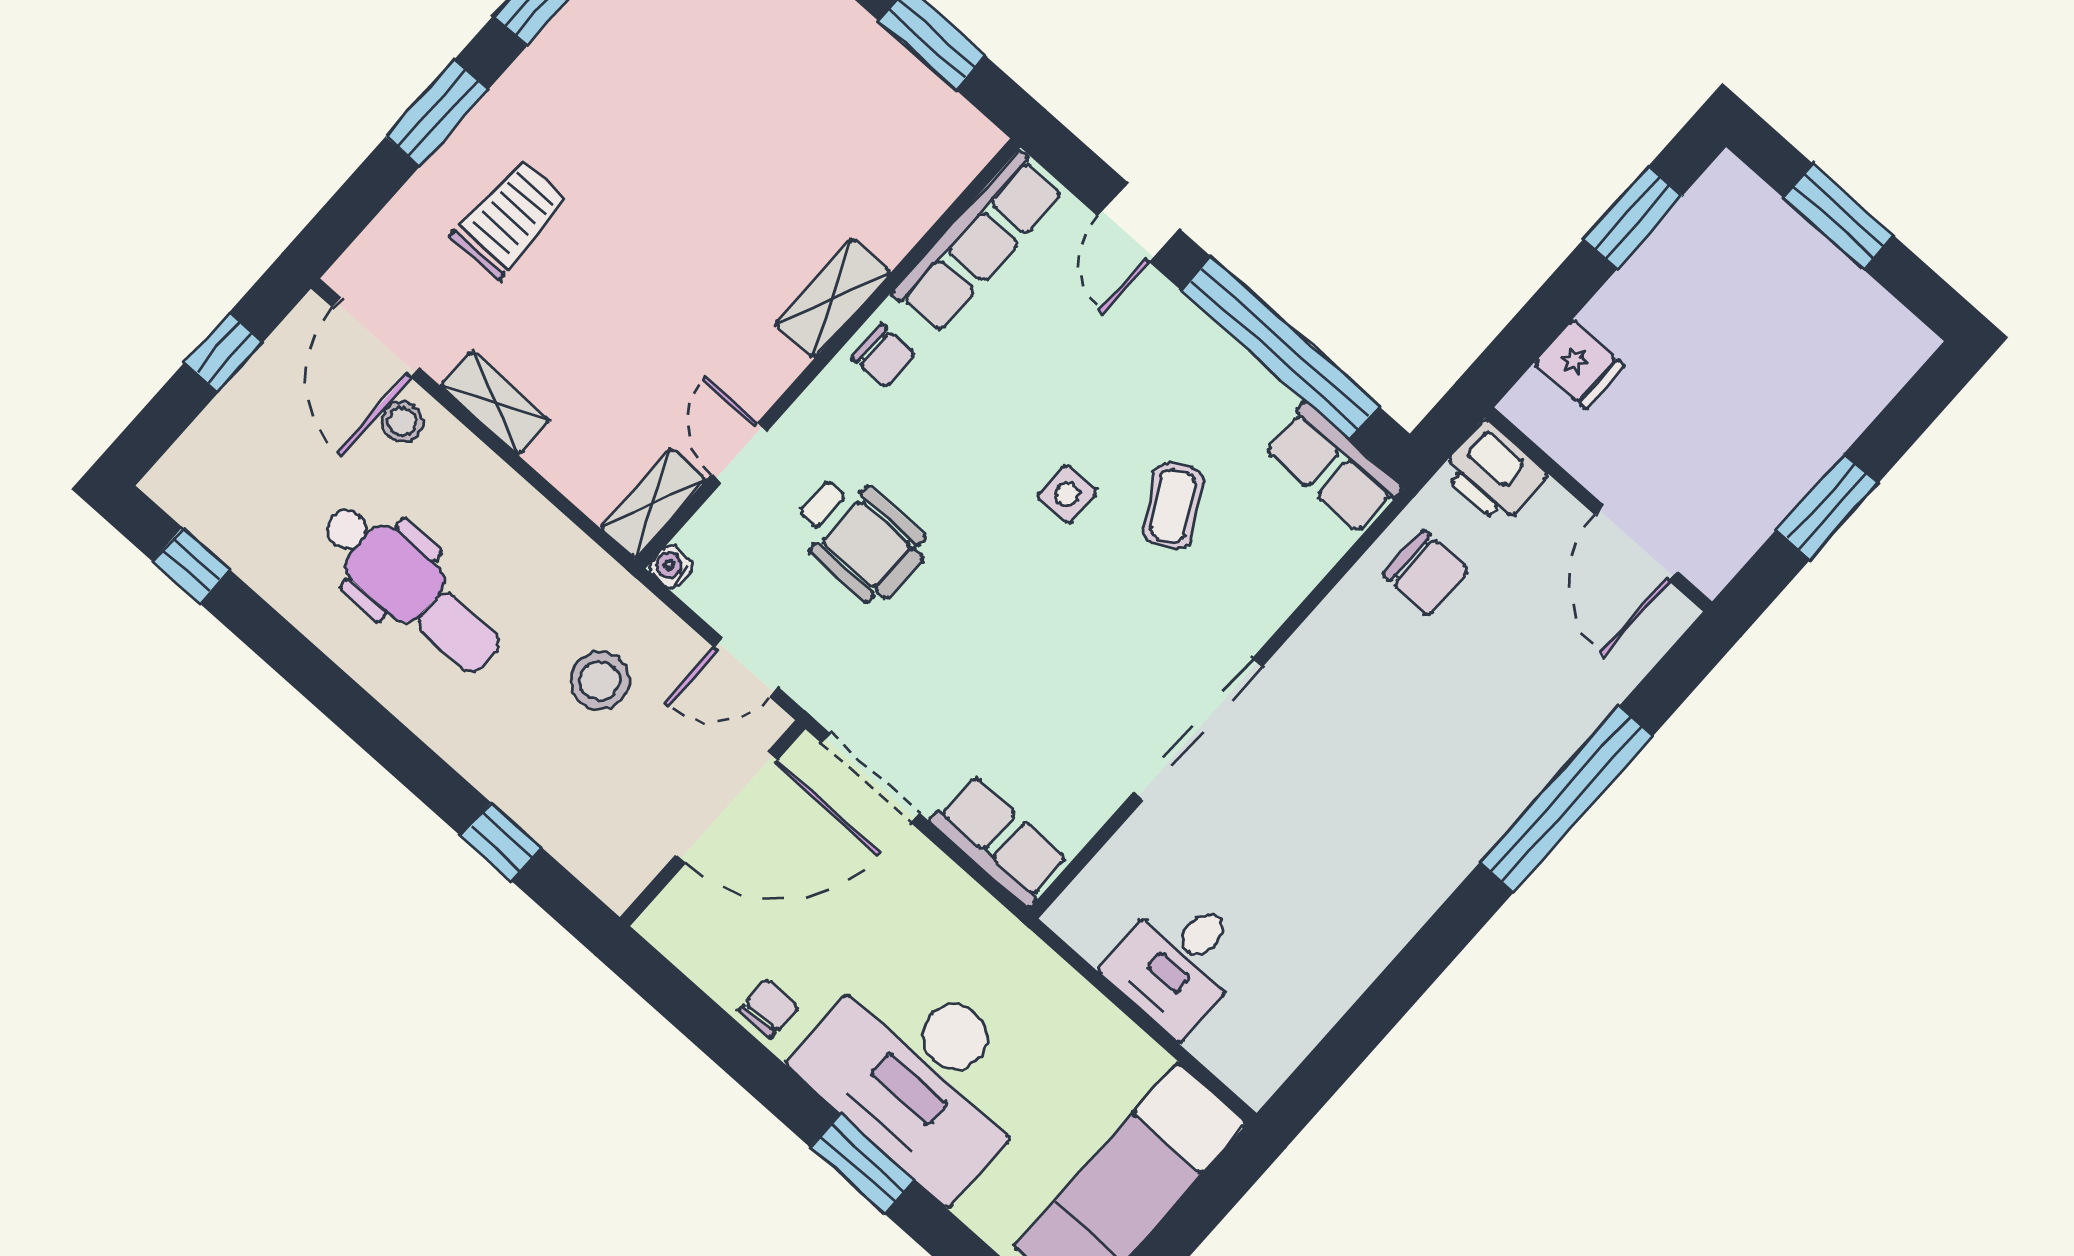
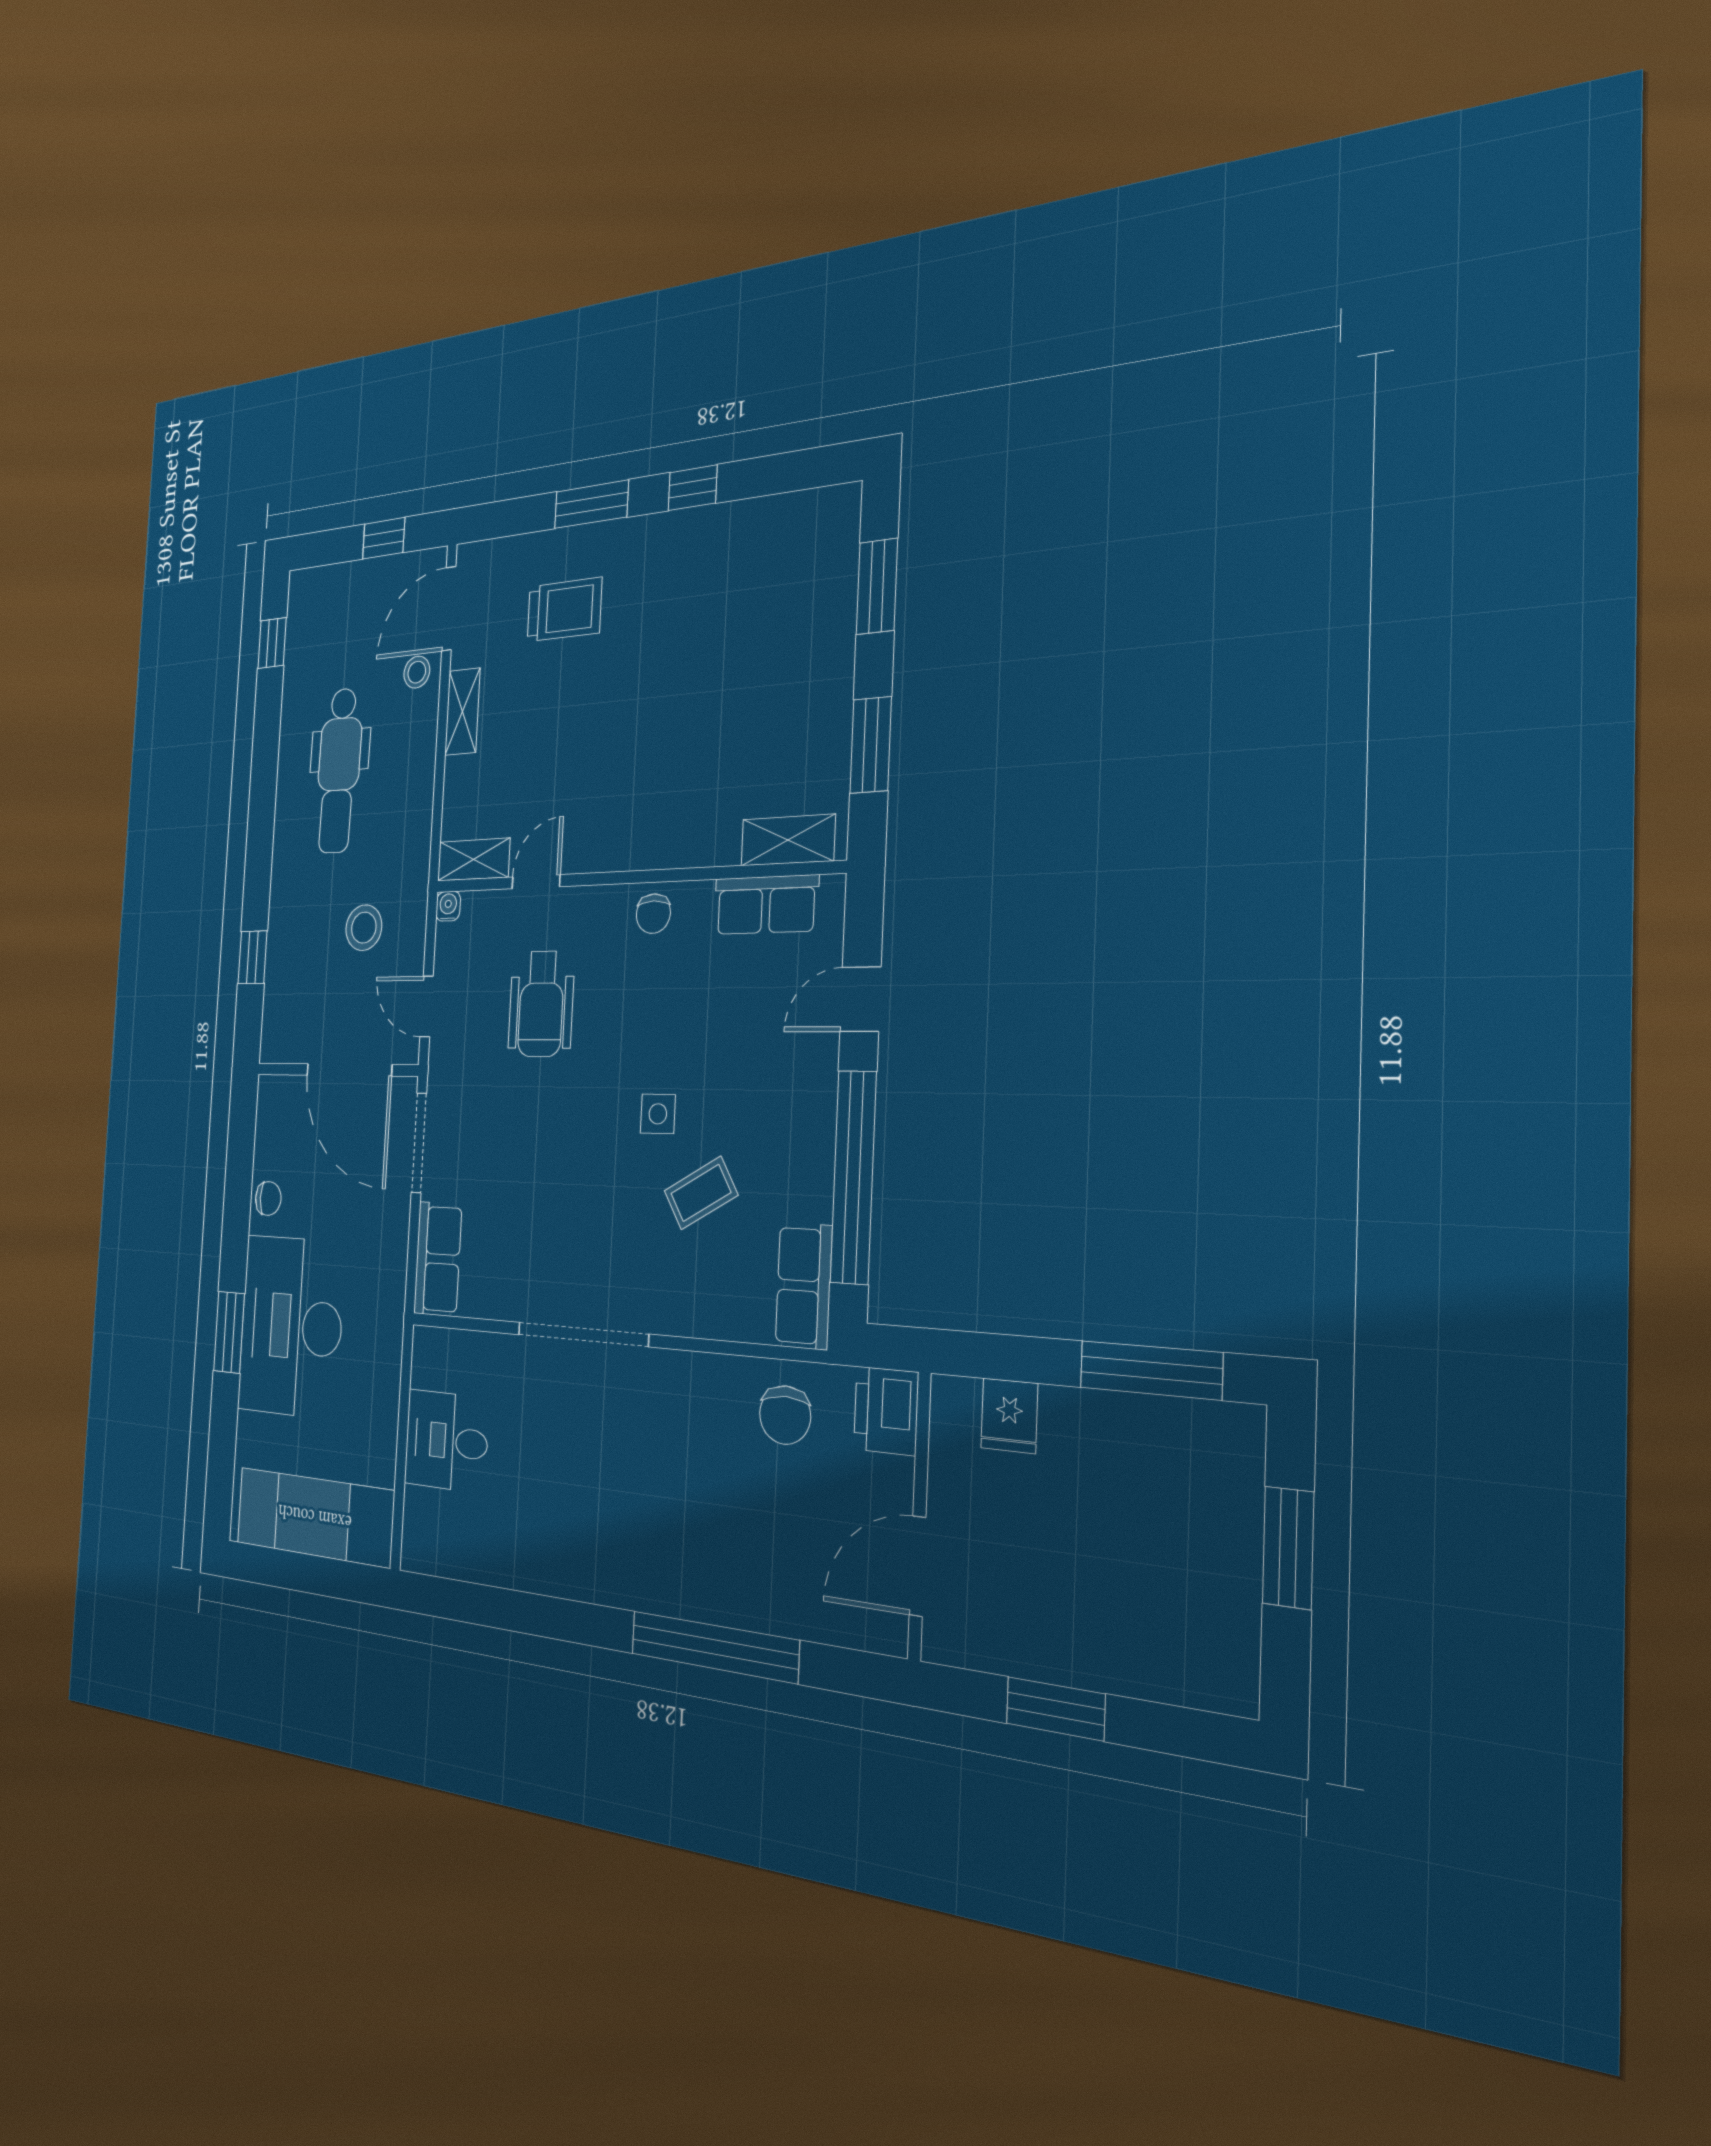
window: (1633, 217) -> (1151, 1370), width x1.44
row of seats: (978, 242) -> (766, 905), width x0.68
shelving: (833, 298) -> (788, 840), moved

